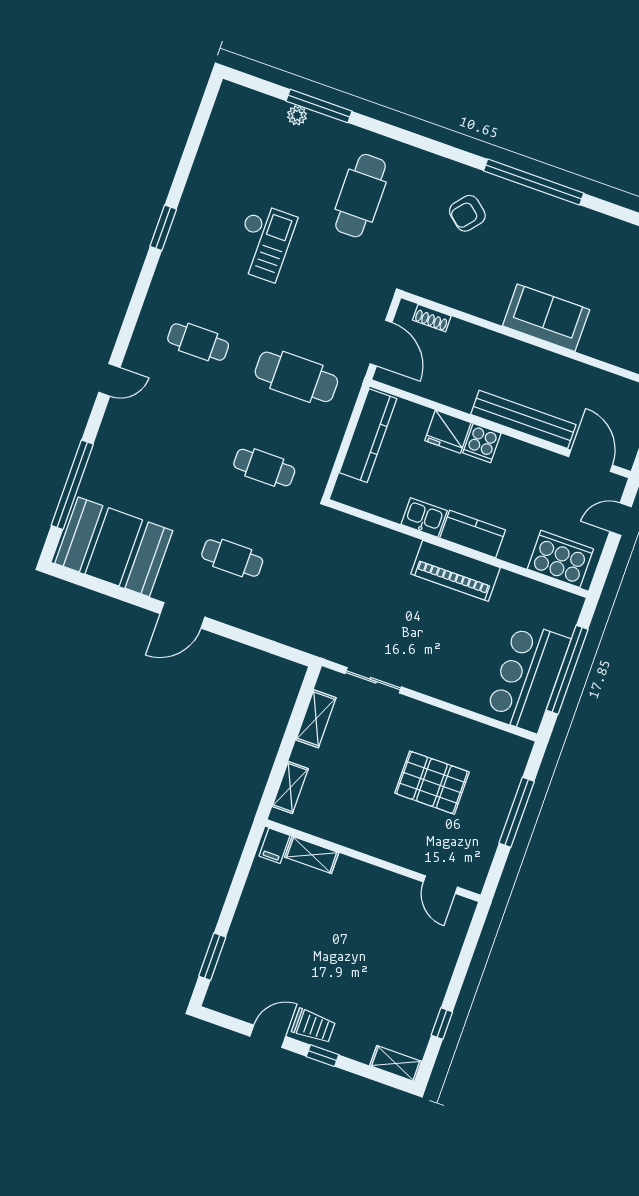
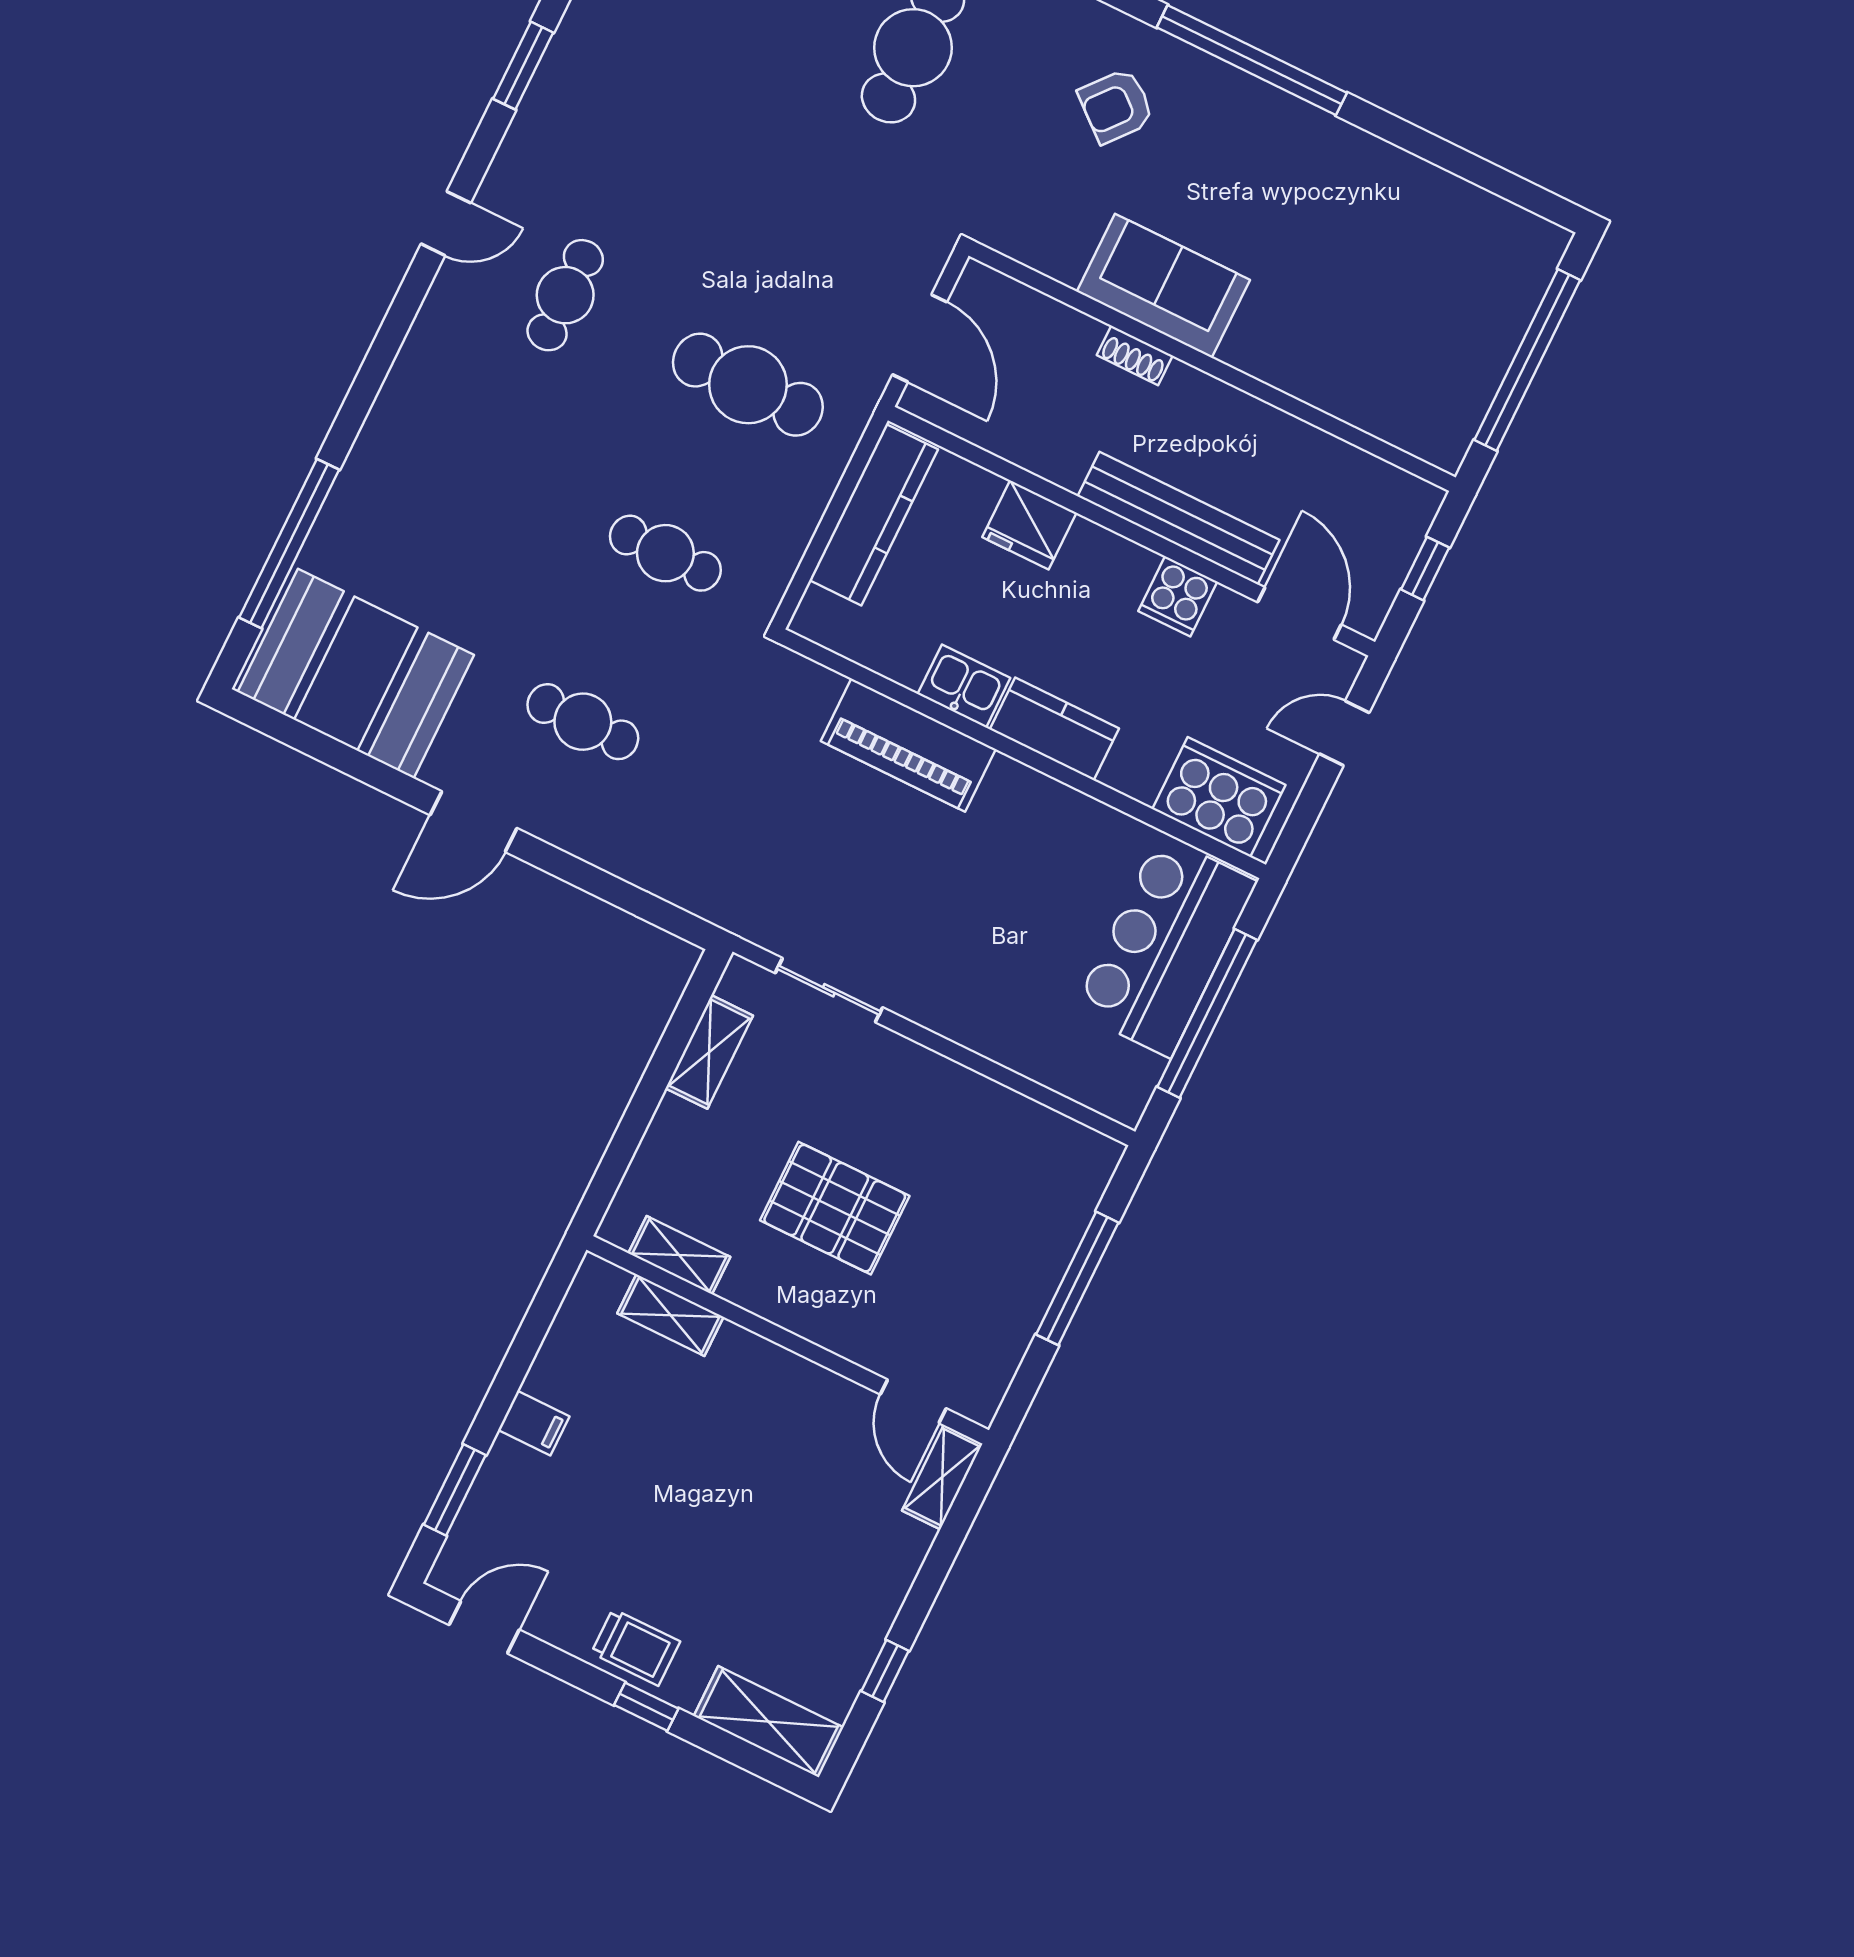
checkout: (264, 242) -> (715, 116), removed
shoe rack: (432, 318) -> (1135, 355), moved
sofa: (546, 318) -> (1163, 286), moved
cafe table: (198, 342) -> (565, 295), turned 90
door: (109, 380) -> (446, 223), moved
cooker: (482, 443) -> (1178, 596), moved
piano: (456, 571) -> (908, 745), moved
bar counter: (528, 677) -> (1165, 946), moved
pallet: (432, 783) -> (835, 1208), moved
shelving: (290, 787) -> (679, 1255), moved, turned 90
filing cabinet: (275, 846) -> (534, 1423), moved, turned -90
shelving: (460, 921) -> (942, 1477), added
door: (268, 1036) -> (484, 1627), moved
shelving: (396, 1063) -> (769, 1722), width x1.50, depth x1.33

